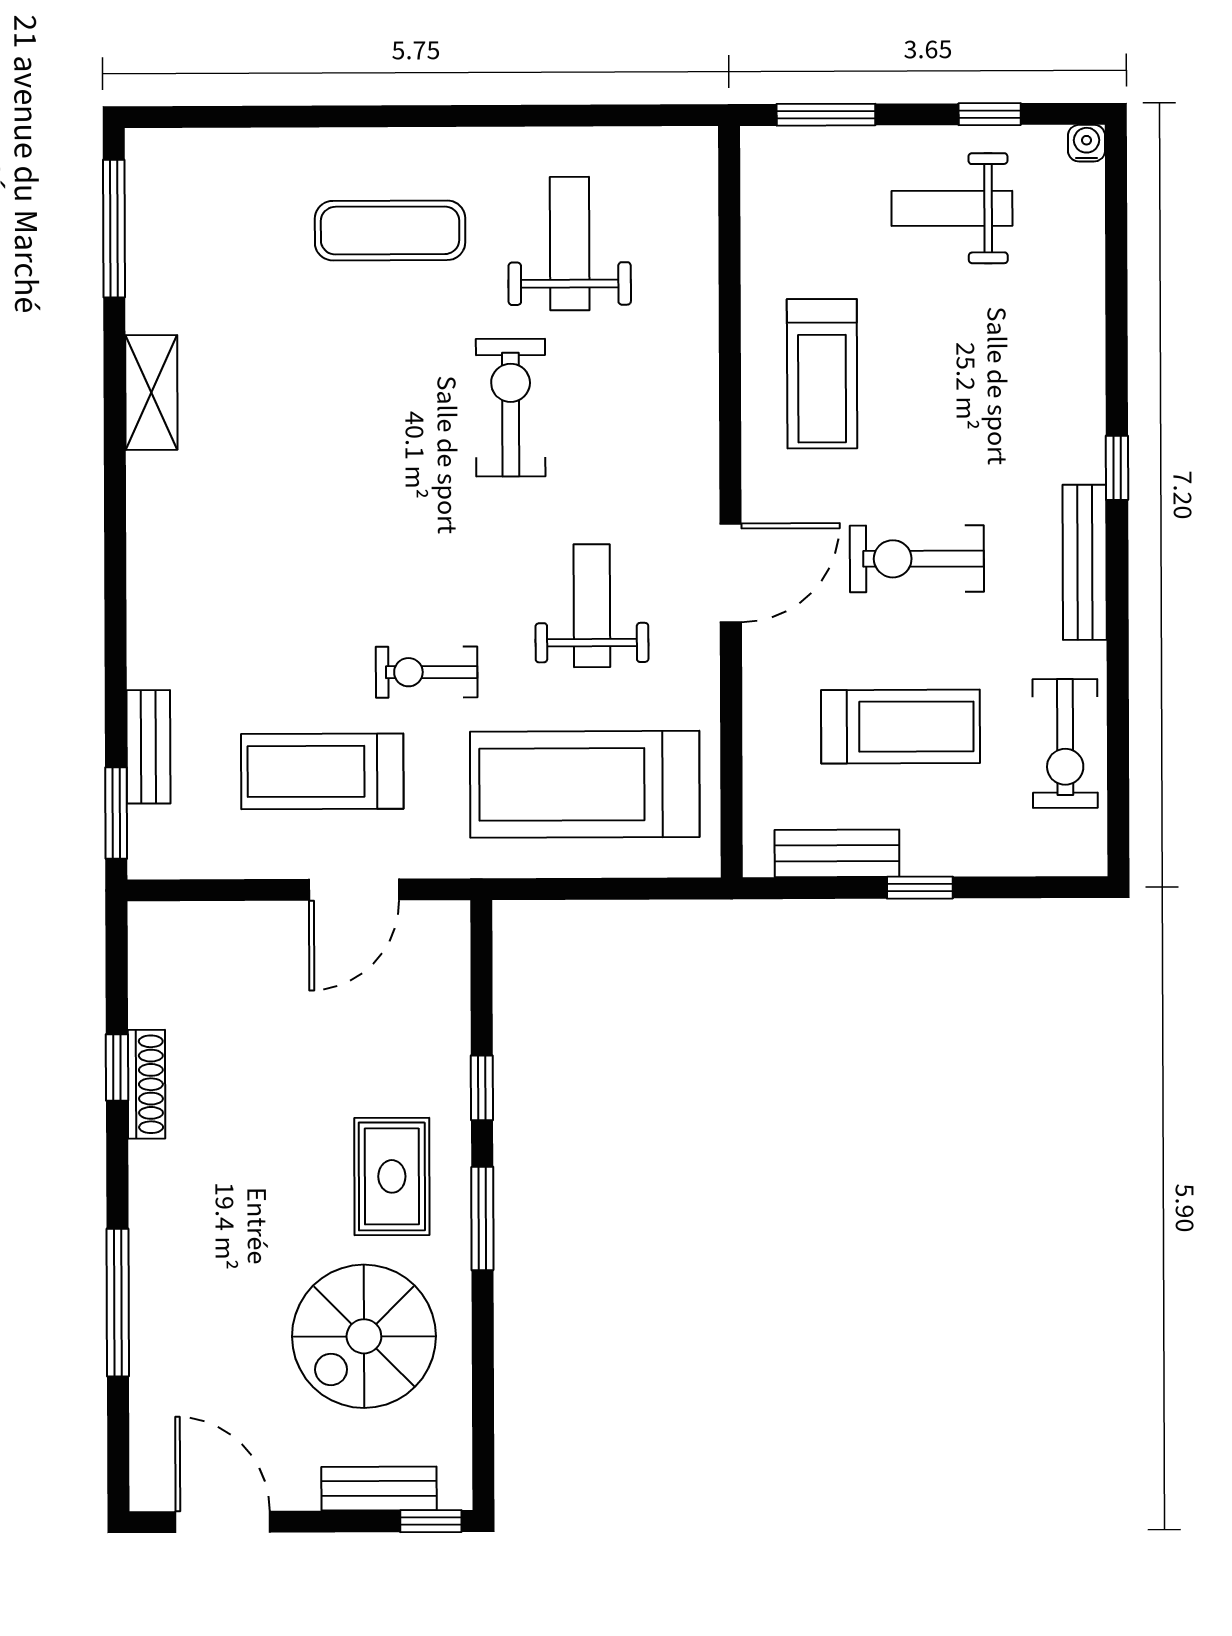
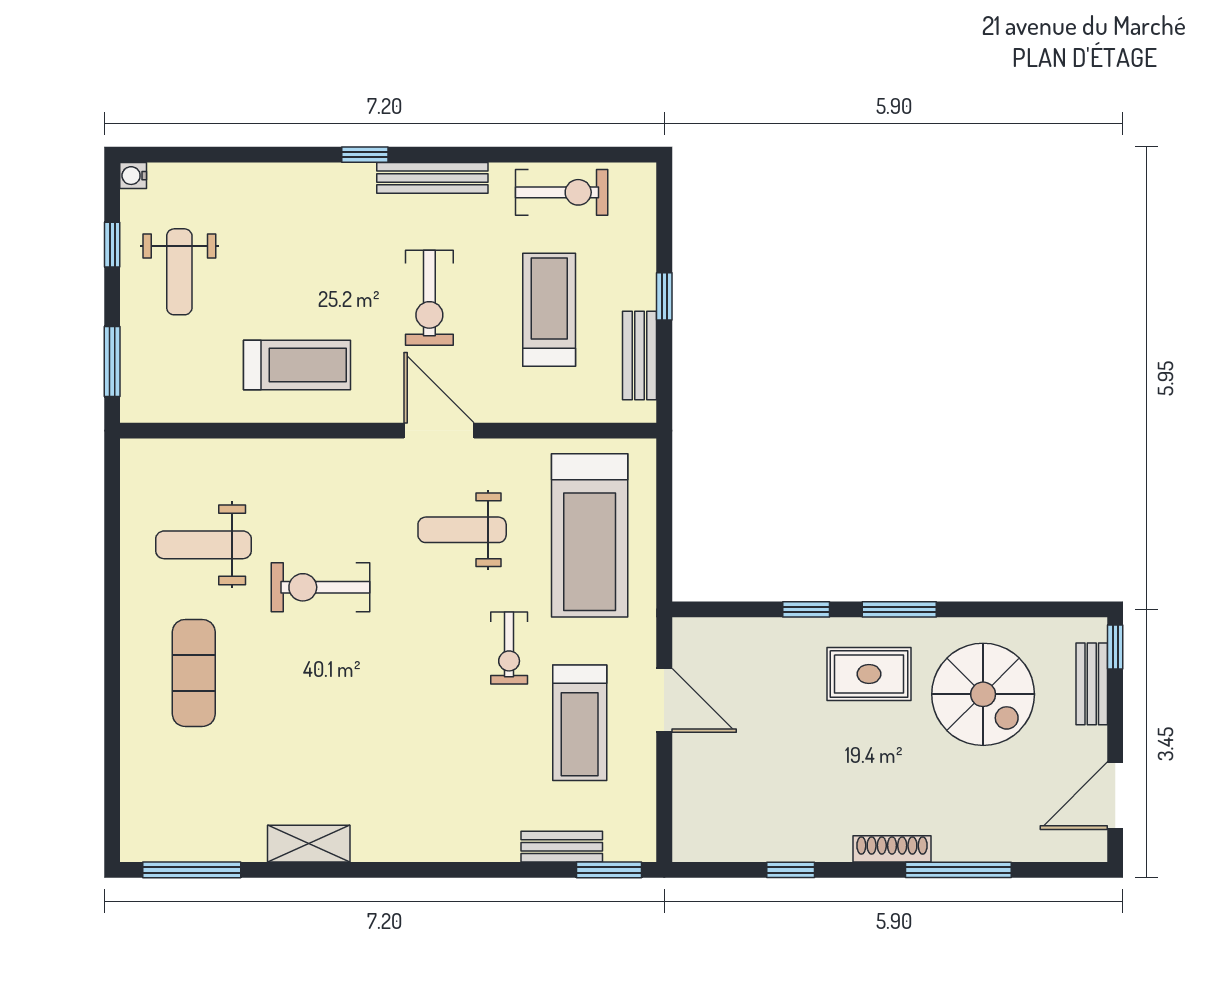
shoe rack: (146, 1084) -> (892, 849), moved

